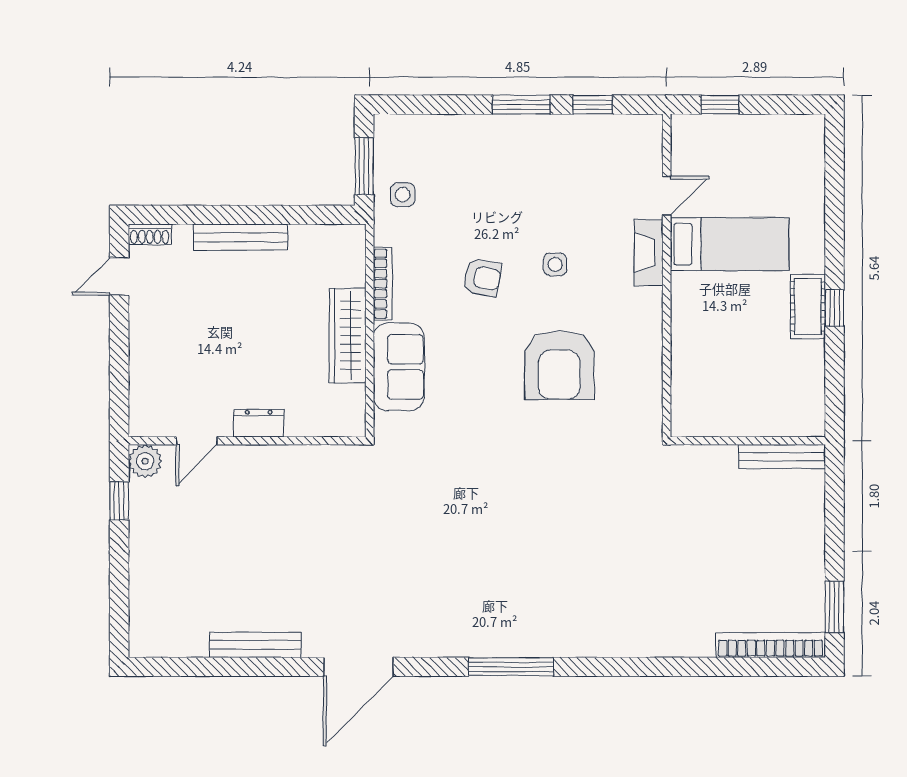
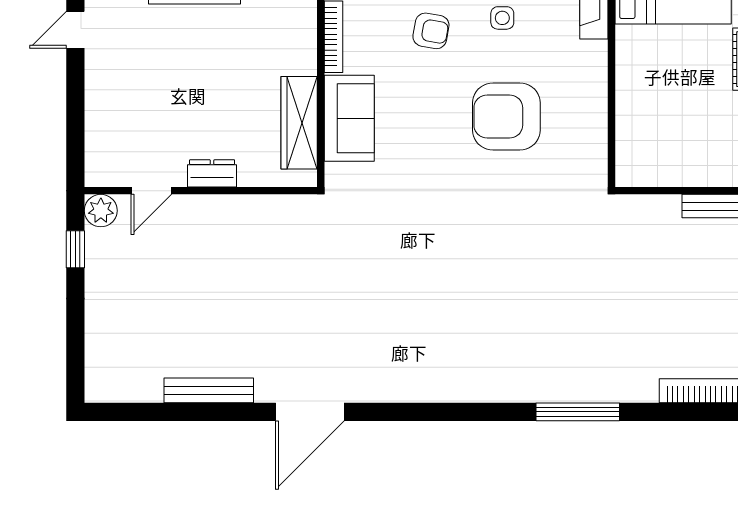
wardrobe: (348, 336) -> (299, 123), moved
armchair: (559, 365) -> (506, 116), turned 90
window: (511, 667) -> (578, 412), moved

